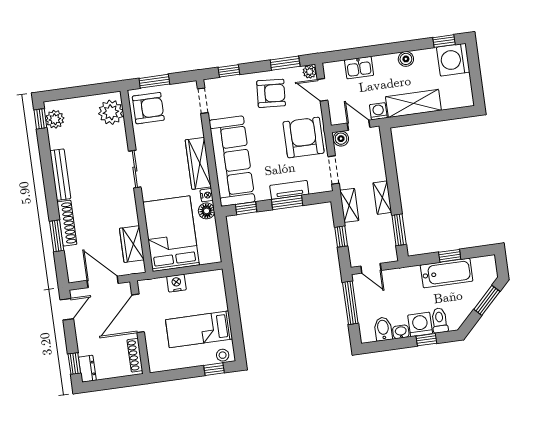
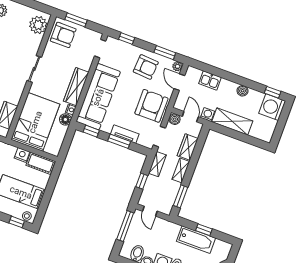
wardrobe: (375, 164) -> (188, 147), added
cot: (205, 281) -> (41, 163), added

